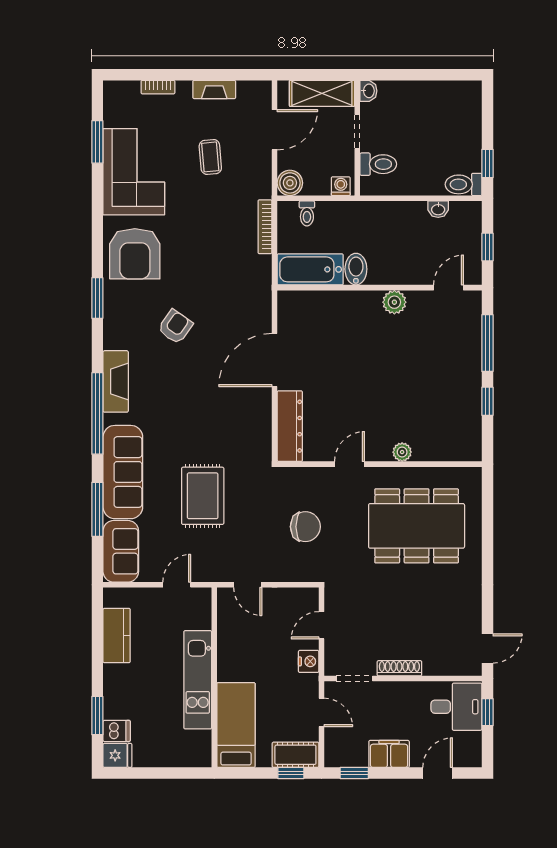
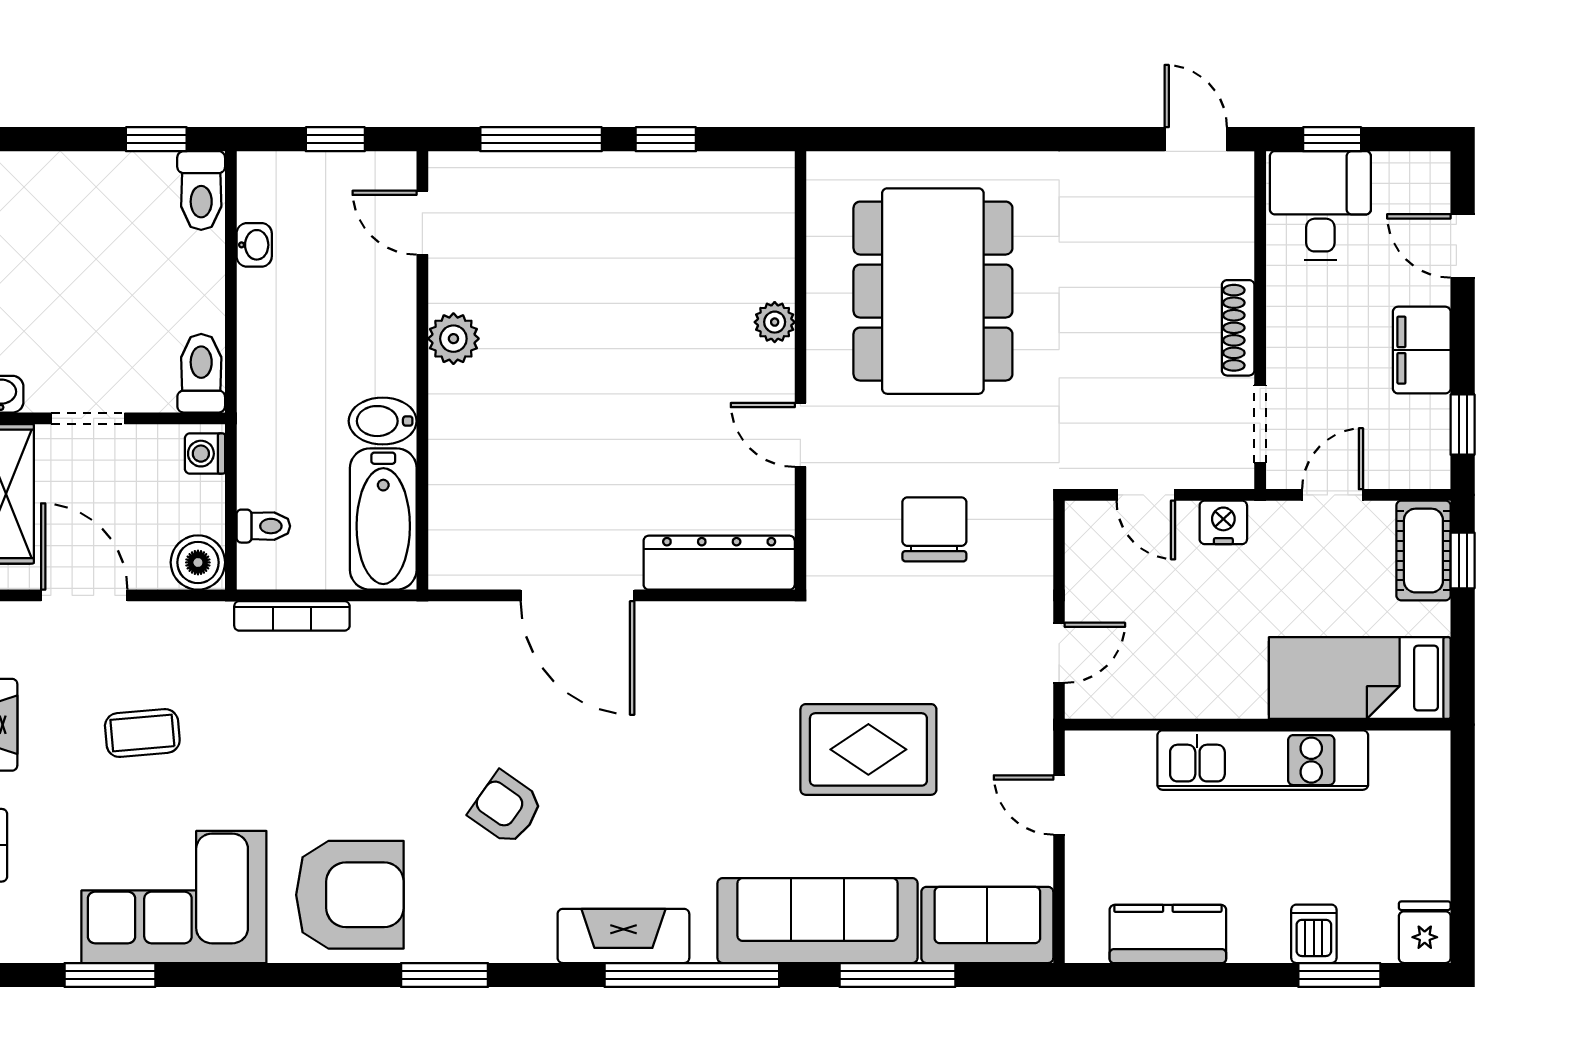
toilet: (378, 164) -> (201, 373), moved
dishwasher: (117, 731) -> (1314, 934), moved

